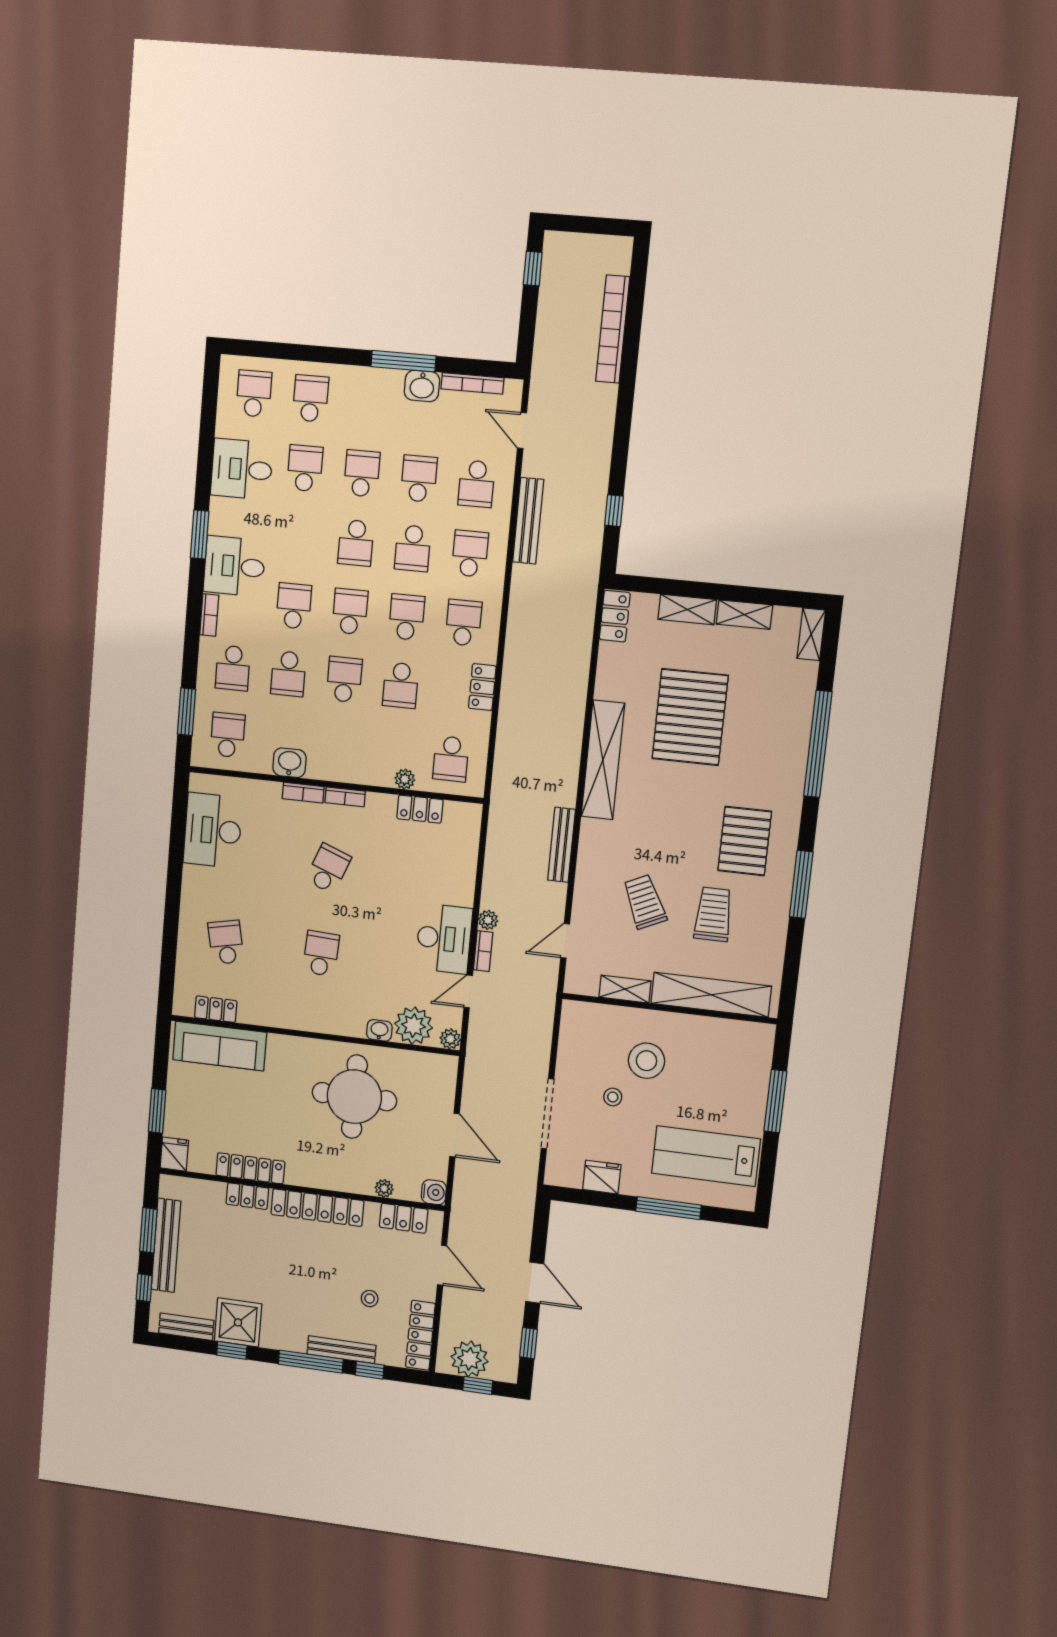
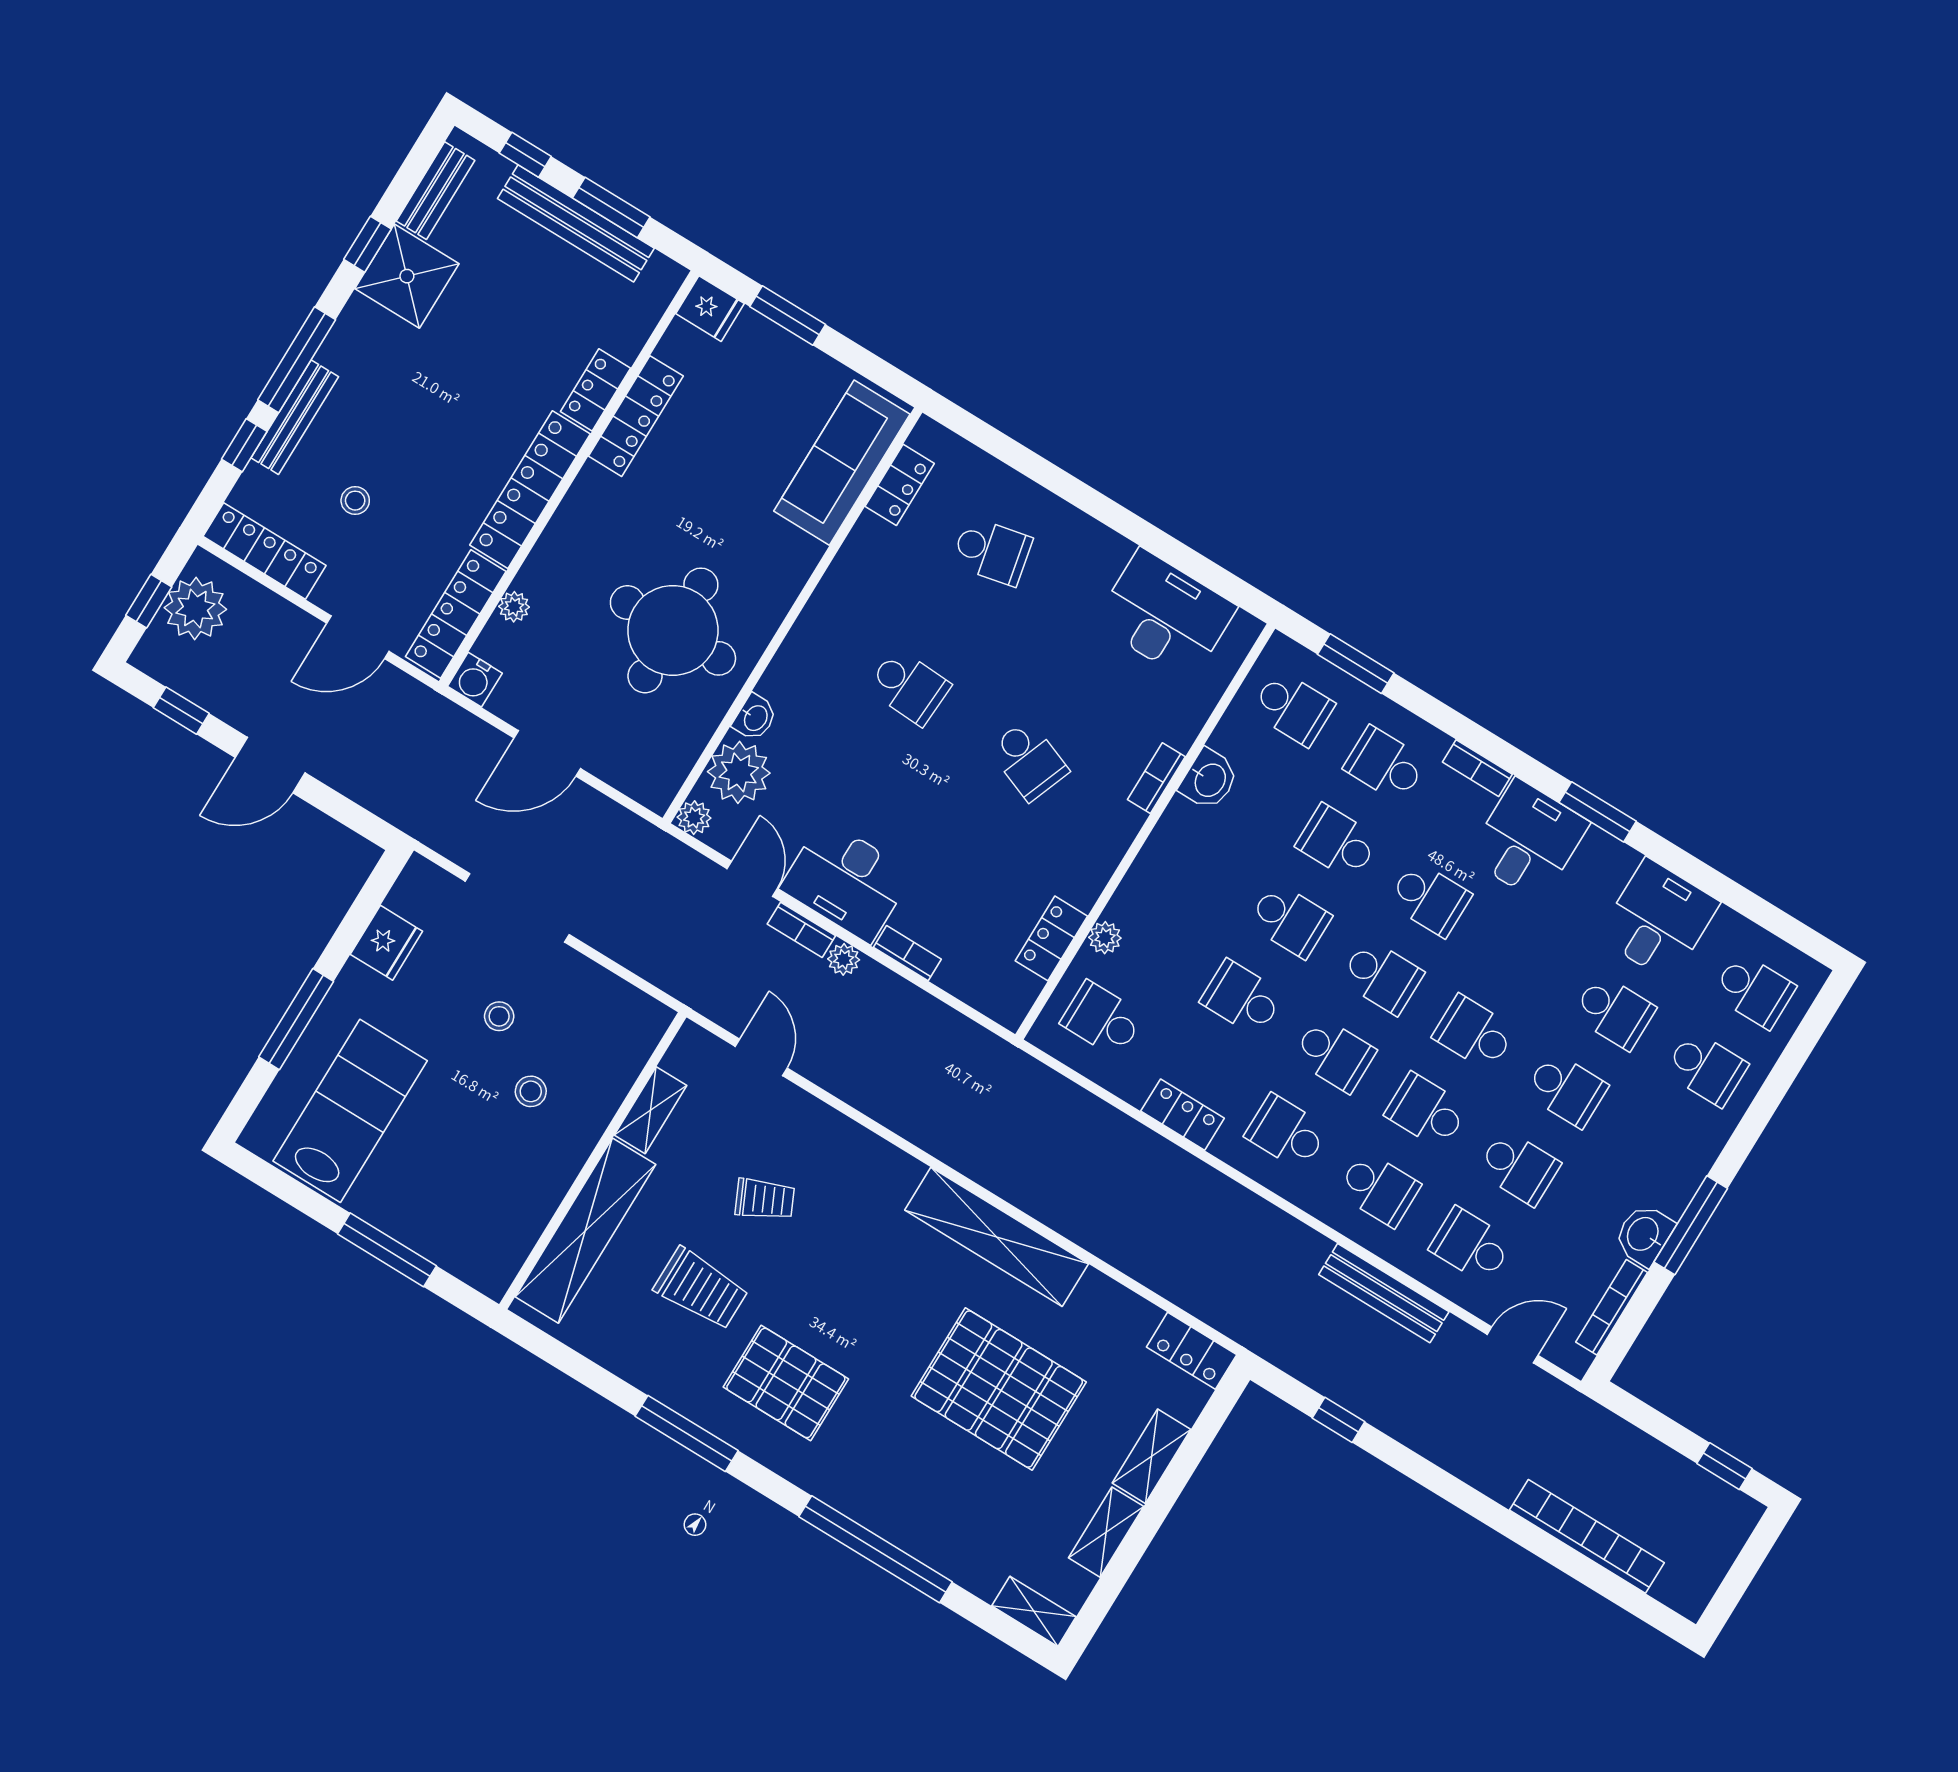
school desk: (464, 623) -> (1287, 1132), turned 180
bookcase: (345, 797) -> (907, 953), moved, turned 90
bench: (561, 845) -> (903, 1119), removed
trolley: (645, 902) -> (765, 1199), width x0.73, depth x0.72
stool: (647, 1061) -> (531, 1091), width x0.53, depth x0.53
locker: (404, 1218) -> (456, 614), width x1.53

